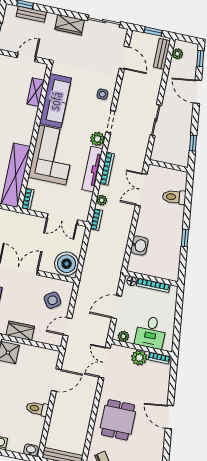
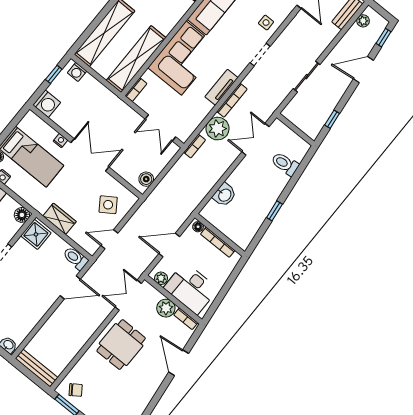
door: (197, 92) -> (363, 70), hinge flipped
plant: (98, 139) -> (238, 65), removed
tv unit: (92, 169) -> (221, 87), width x0.71
plant: (102, 200) -> (217, 129), width x1.87, depth x1.87
boiler: (67, 264) -> (146, 179), width x0.54, depth x0.54
desk: (151, 332) -> (191, 288), width x1.37
toilet: (37, 409) -> (75, 258), moved
door: (169, 417) -> (179, 363), moved
dining table: (118, 420) -> (121, 345), moved

